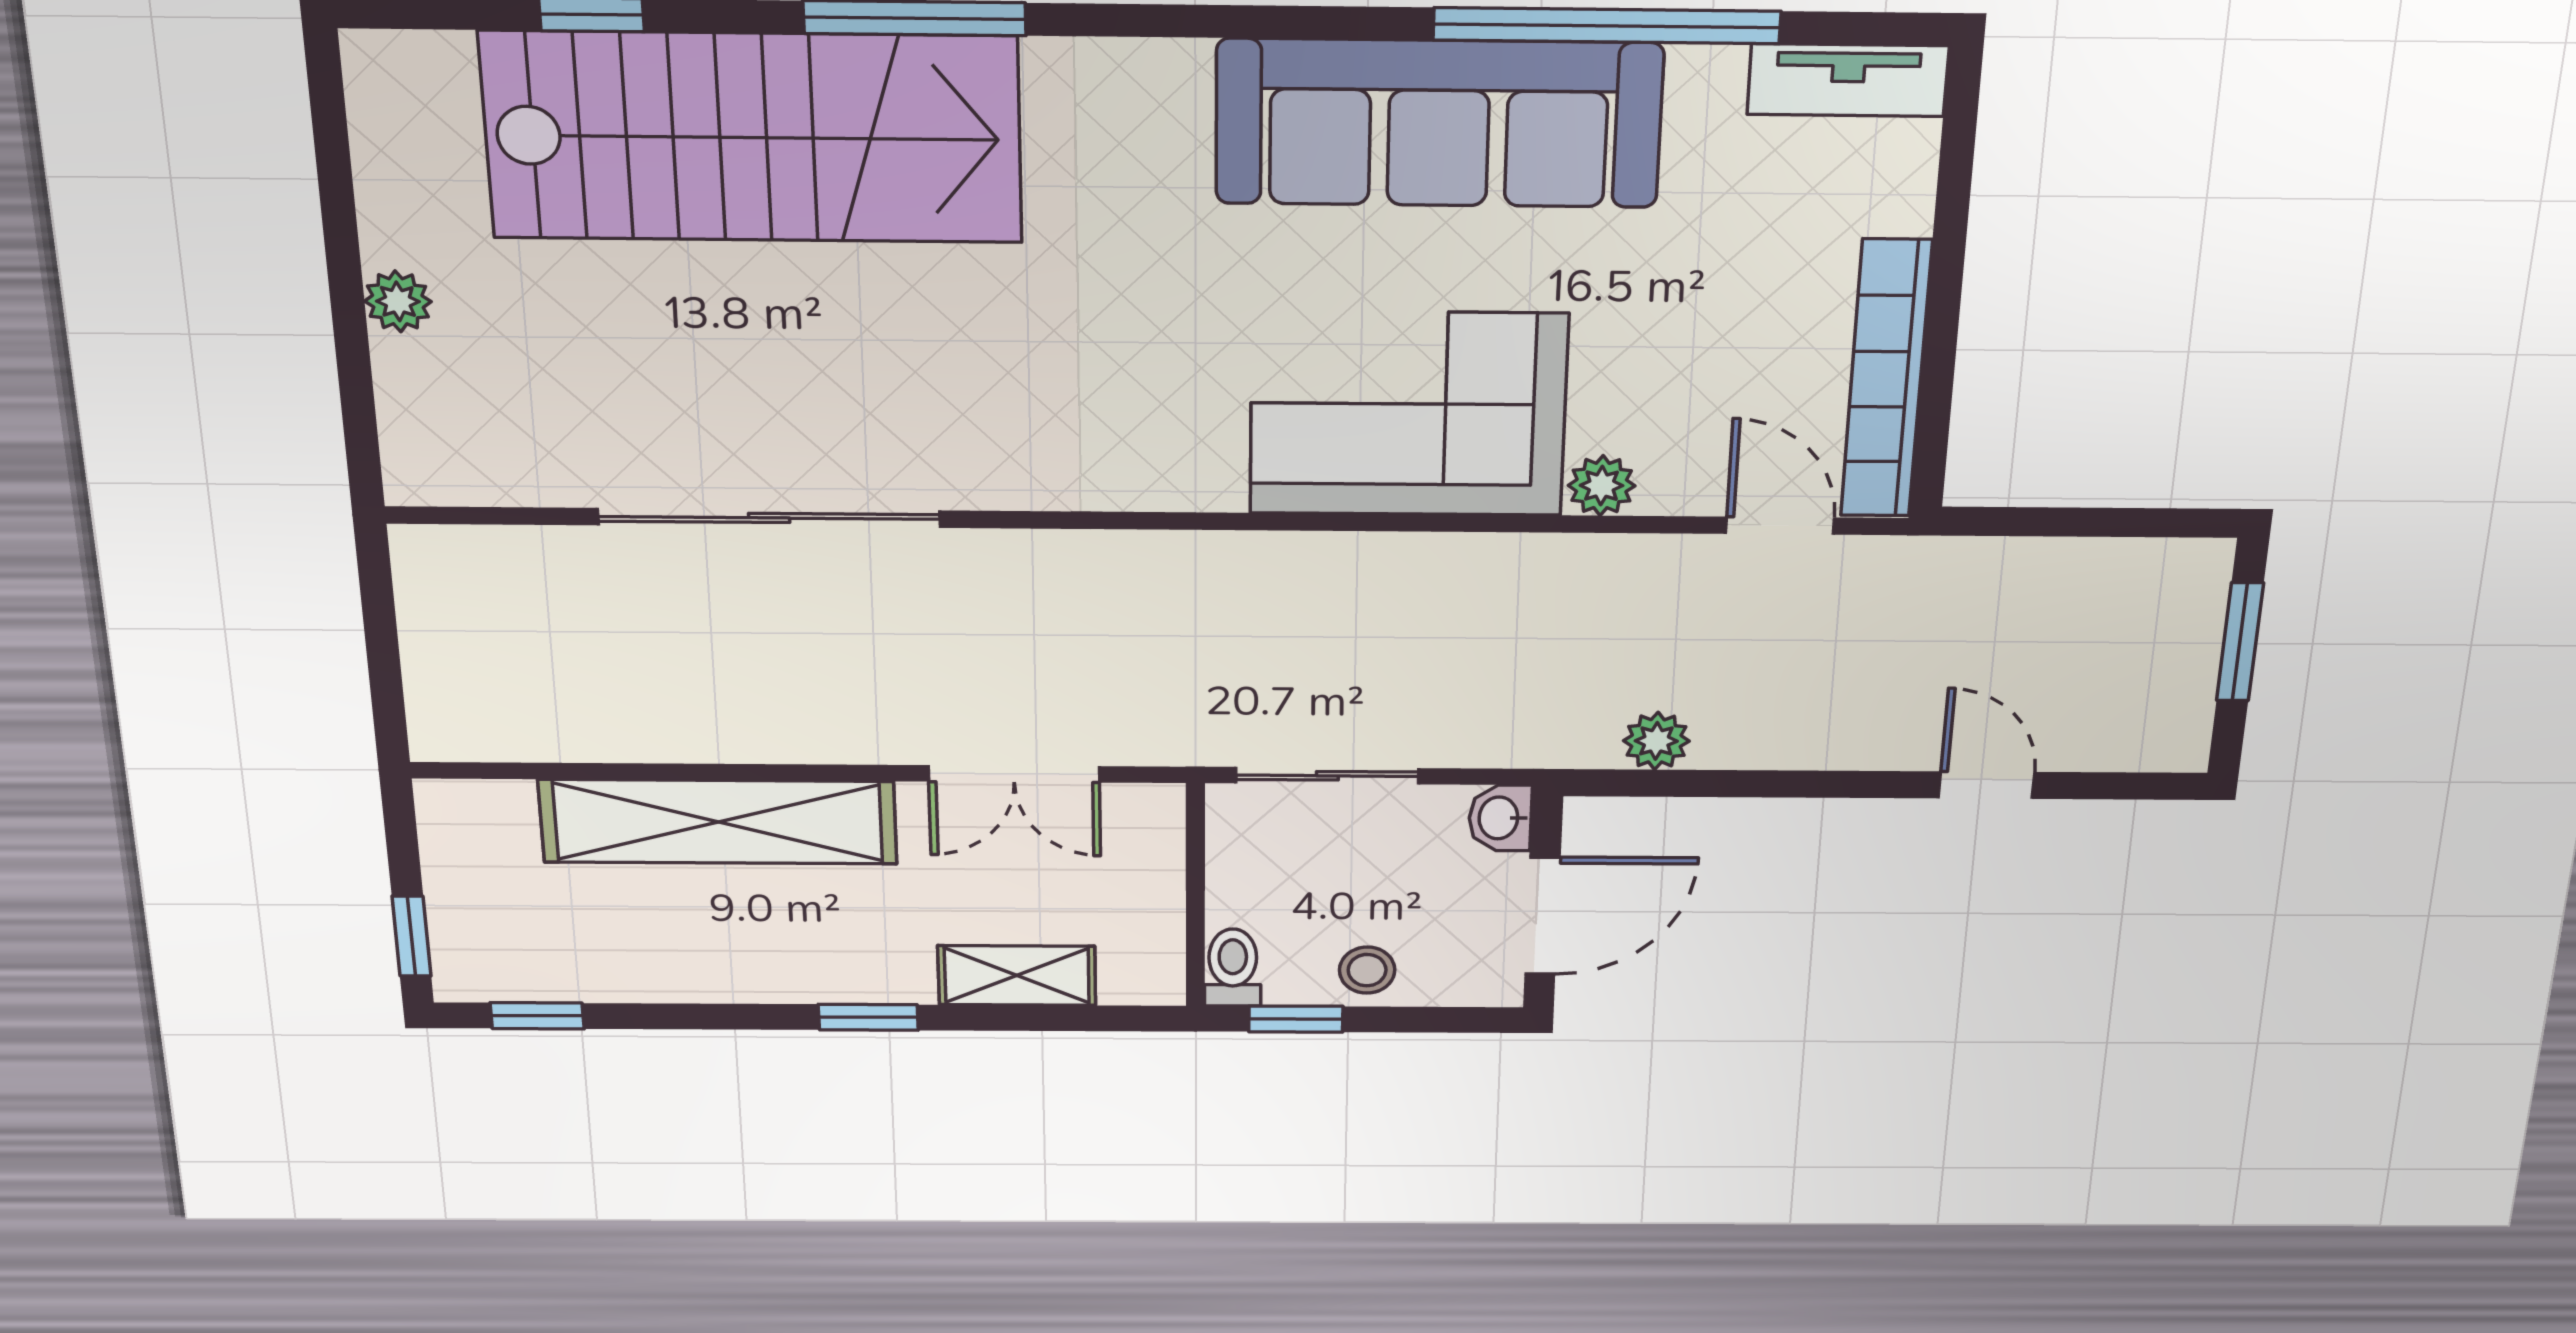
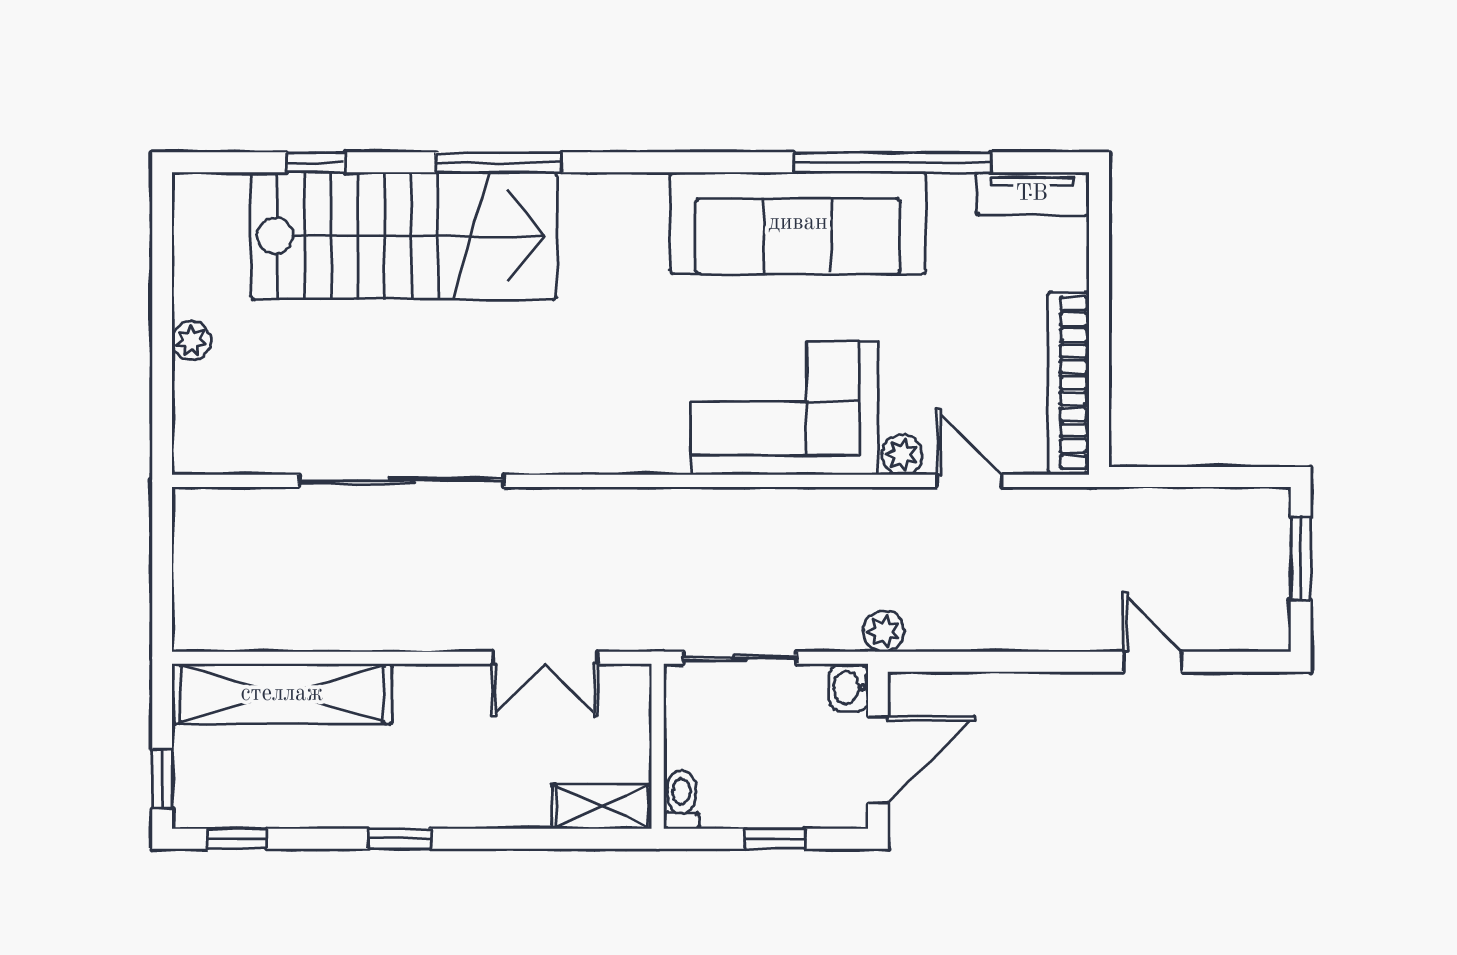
door: (1780, 526) -> (969, 481), moved
plant: (1656, 741) -> (884, 631), moved
shelving: (718, 822) -> (282, 694), moved
stool: (1367, 970) -> (767, 801), removed
shelving: (1017, 975) -> (602, 806), moved
window: (868, 1017) -> (400, 839), moved
window: (1296, 1019) -> (775, 839), moved

